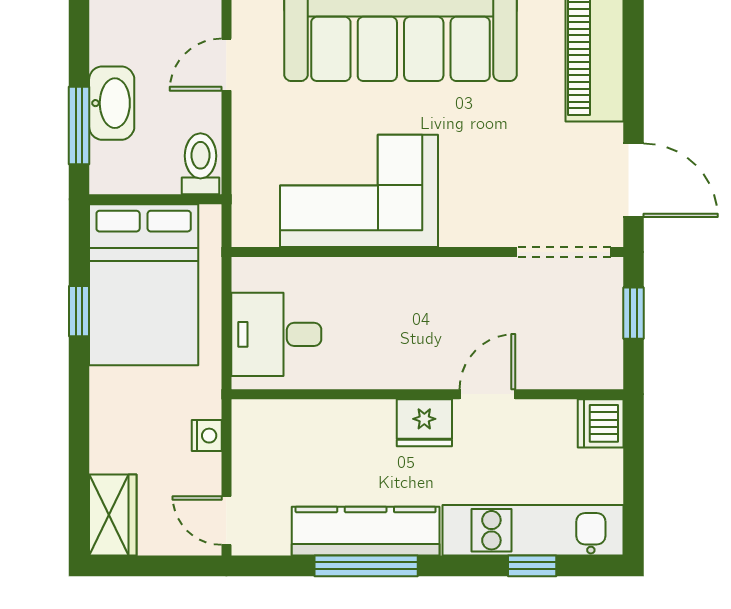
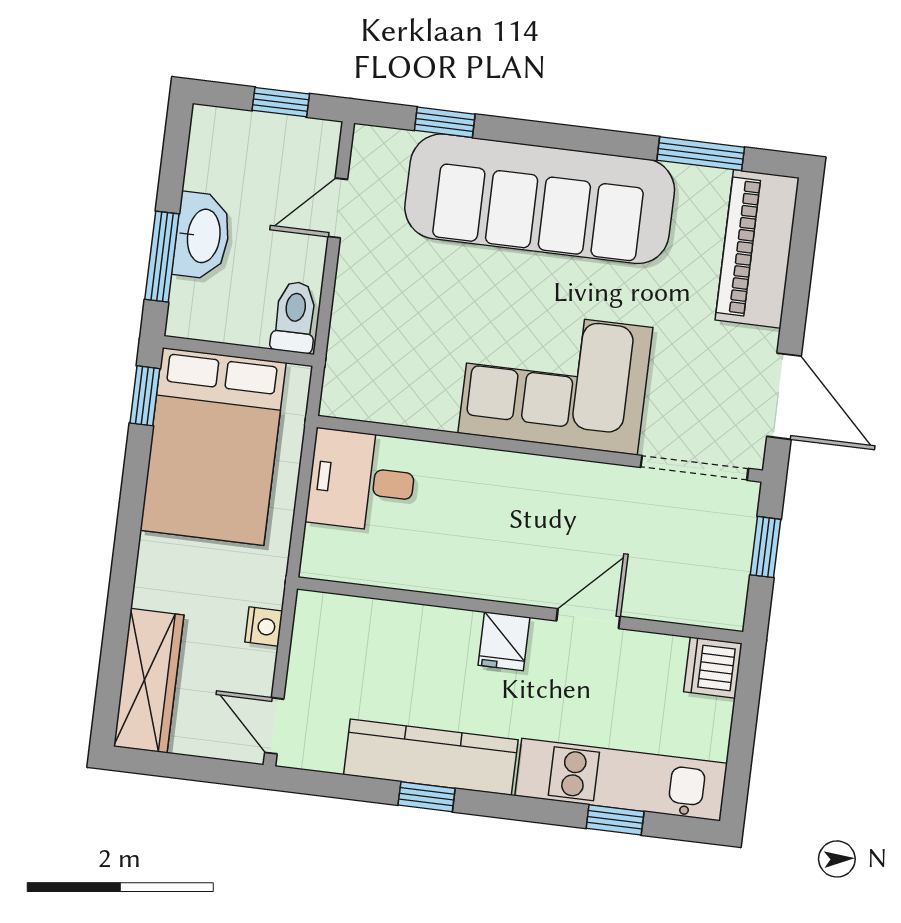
corner sofa: (359, 191) -> (555, 380), moved
window: (79, 311) -> (145, 396), moved
desk: (276, 334) -> (362, 481), moved
fridge: (424, 423) -> (504, 641), width x0.72
wardrobe: (113, 515) -> (149, 681), width x1.50
window: (366, 566) -> (427, 797), width x0.46

